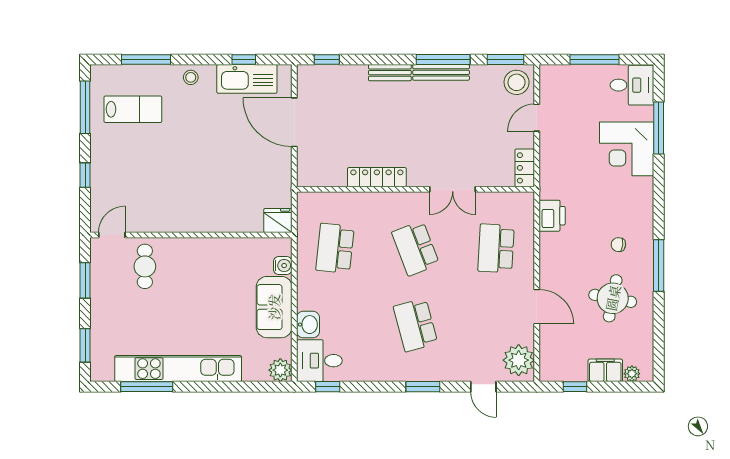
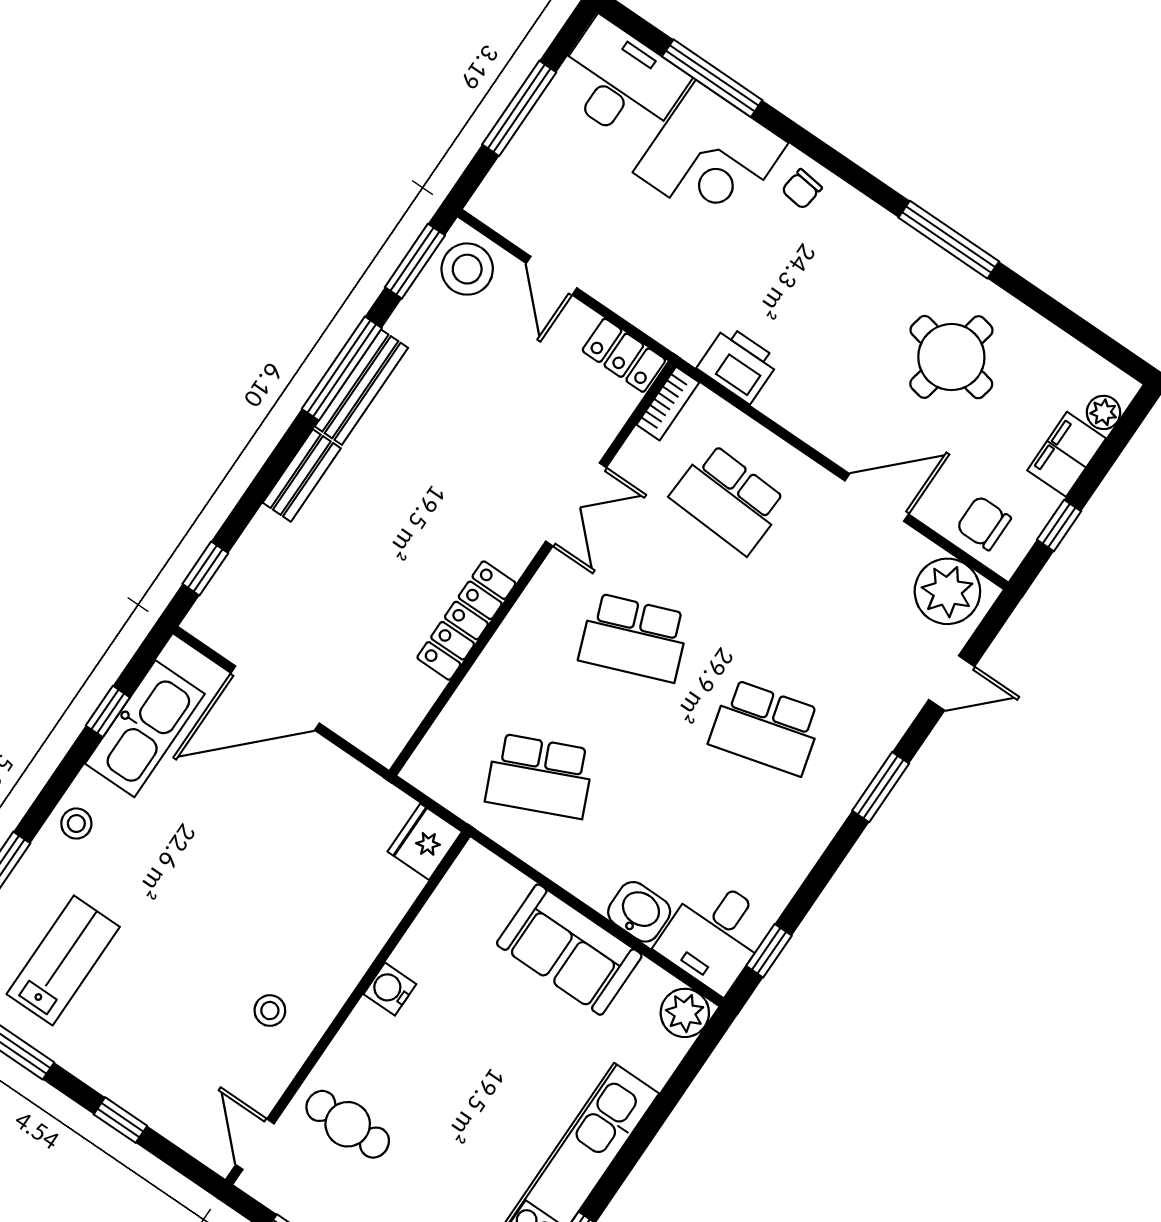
desk: (632, 85) -> (620, 83), width x1.37
bookcase: (517, 198) -> (668, 404), added
stool: (169, 205) -> (270, 1011), added
chair: (618, 245) -> (802, 189), moved
school desk: (335, 248) -> (540, 776), turned -30
water cooler: (283, 266) -> (390, 989), moved, turned -90
chair: (556, 356) -> (984, 523), added

